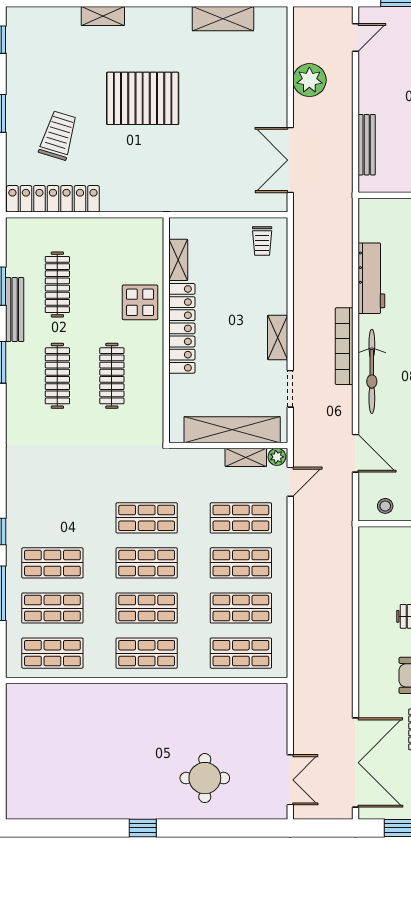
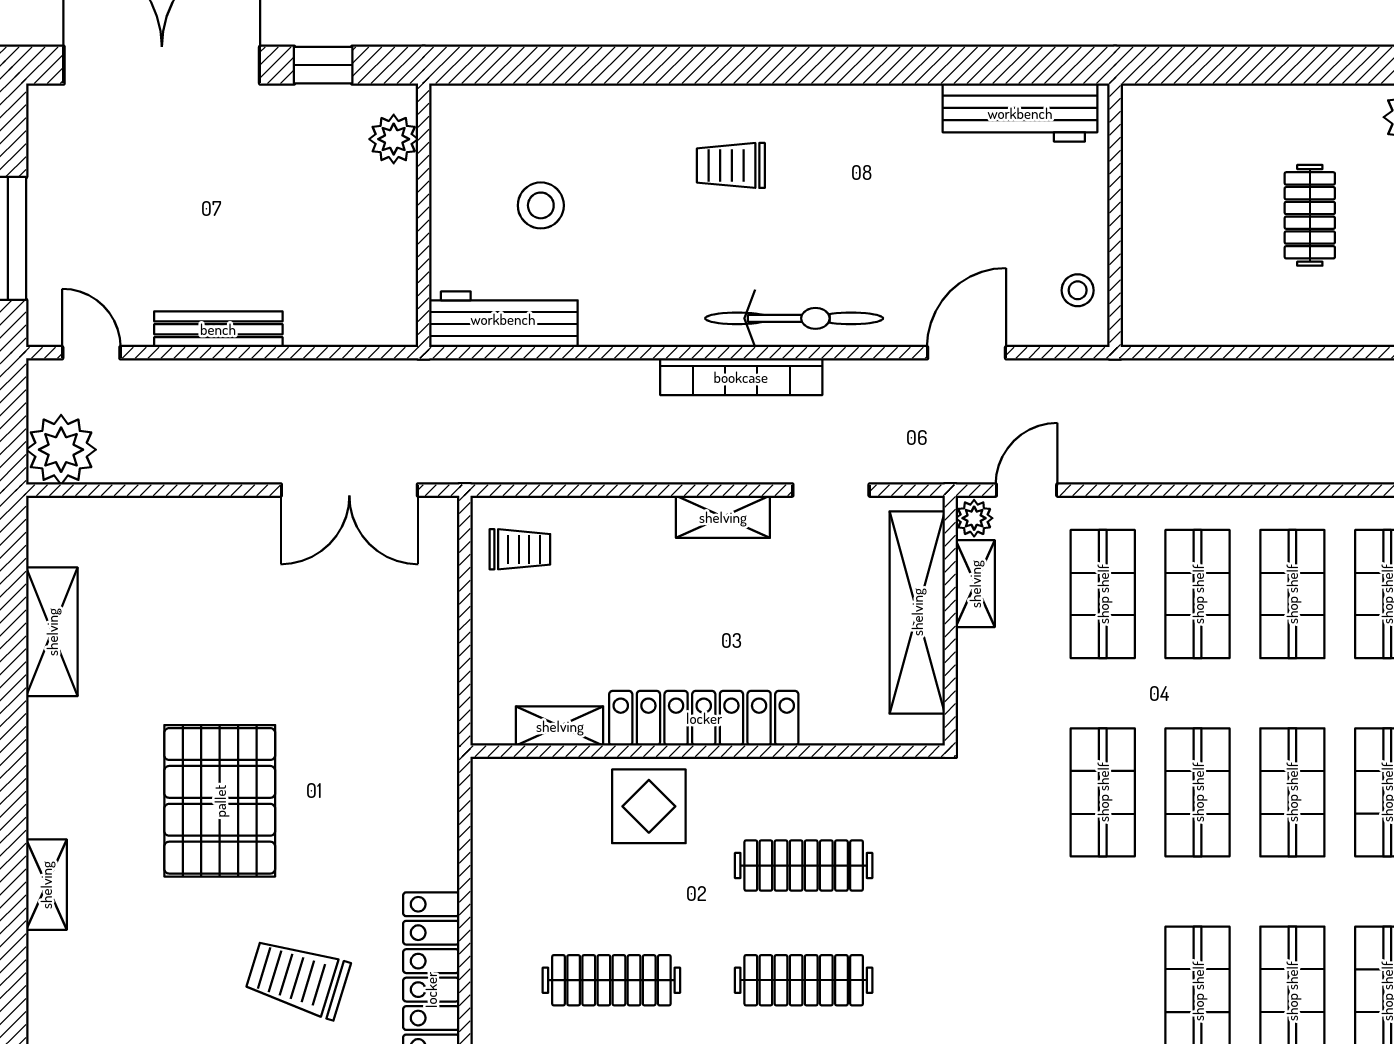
plant: (309, 80) -> (61, 450), moved
bench: (367, 145) -> (218, 329), moved
workbench: (371, 278) -> (503, 319), moved
door: (290, 482) -> (1027, 490), hinge flipped

